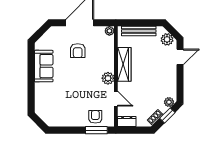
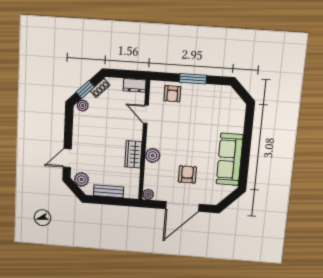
bench: (139, 31) -> (109, 191), width x0.73
wardrobe: (124, 64) -> (133, 154), width x0.67
sofa: (44, 66) -> (230, 159), width x1.36
plant: (108, 78) -> (153, 155), moved
window: (96, 130) -> (193, 79), moved

